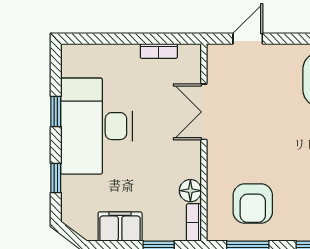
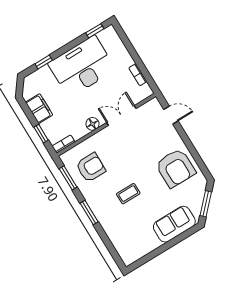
window: (56, 111) -> (95, 31), moved
floor lamp: (190, 191) -> (92, 124), moved
armchair: (253, 204) -> (91, 167), turned 180

